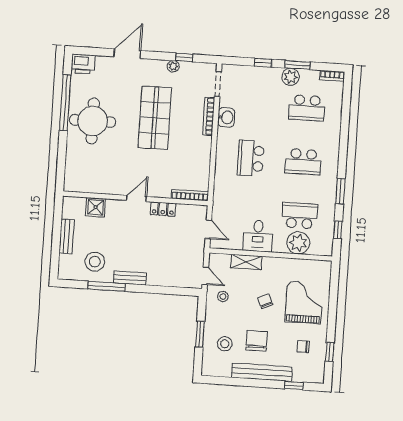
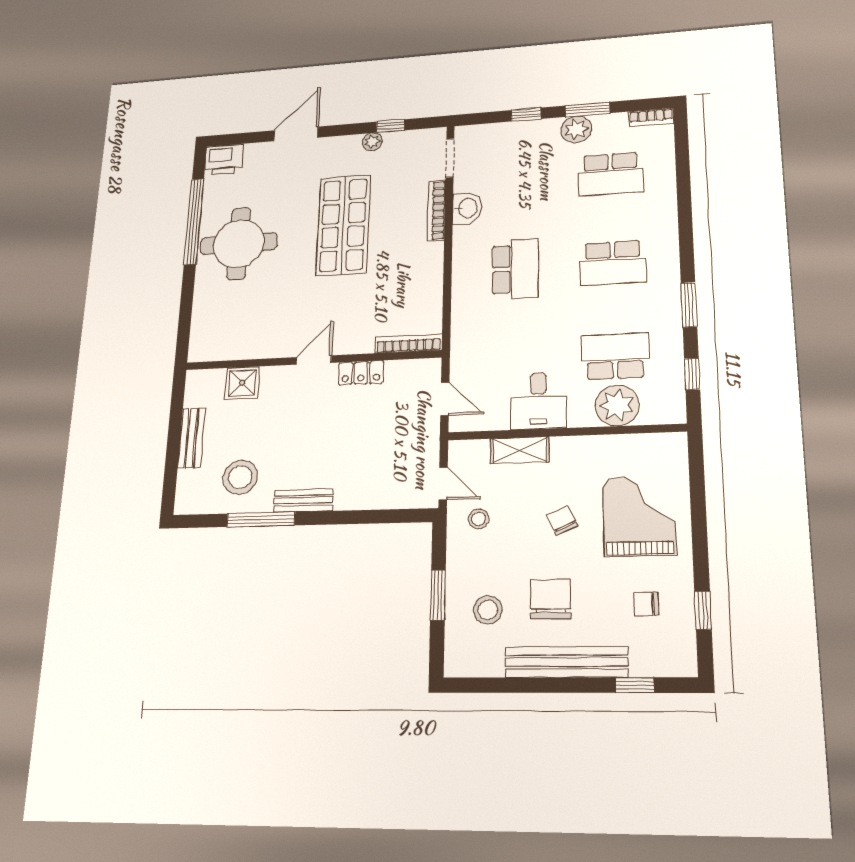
school desk: (251, 158) -> (515, 269), turned 180

